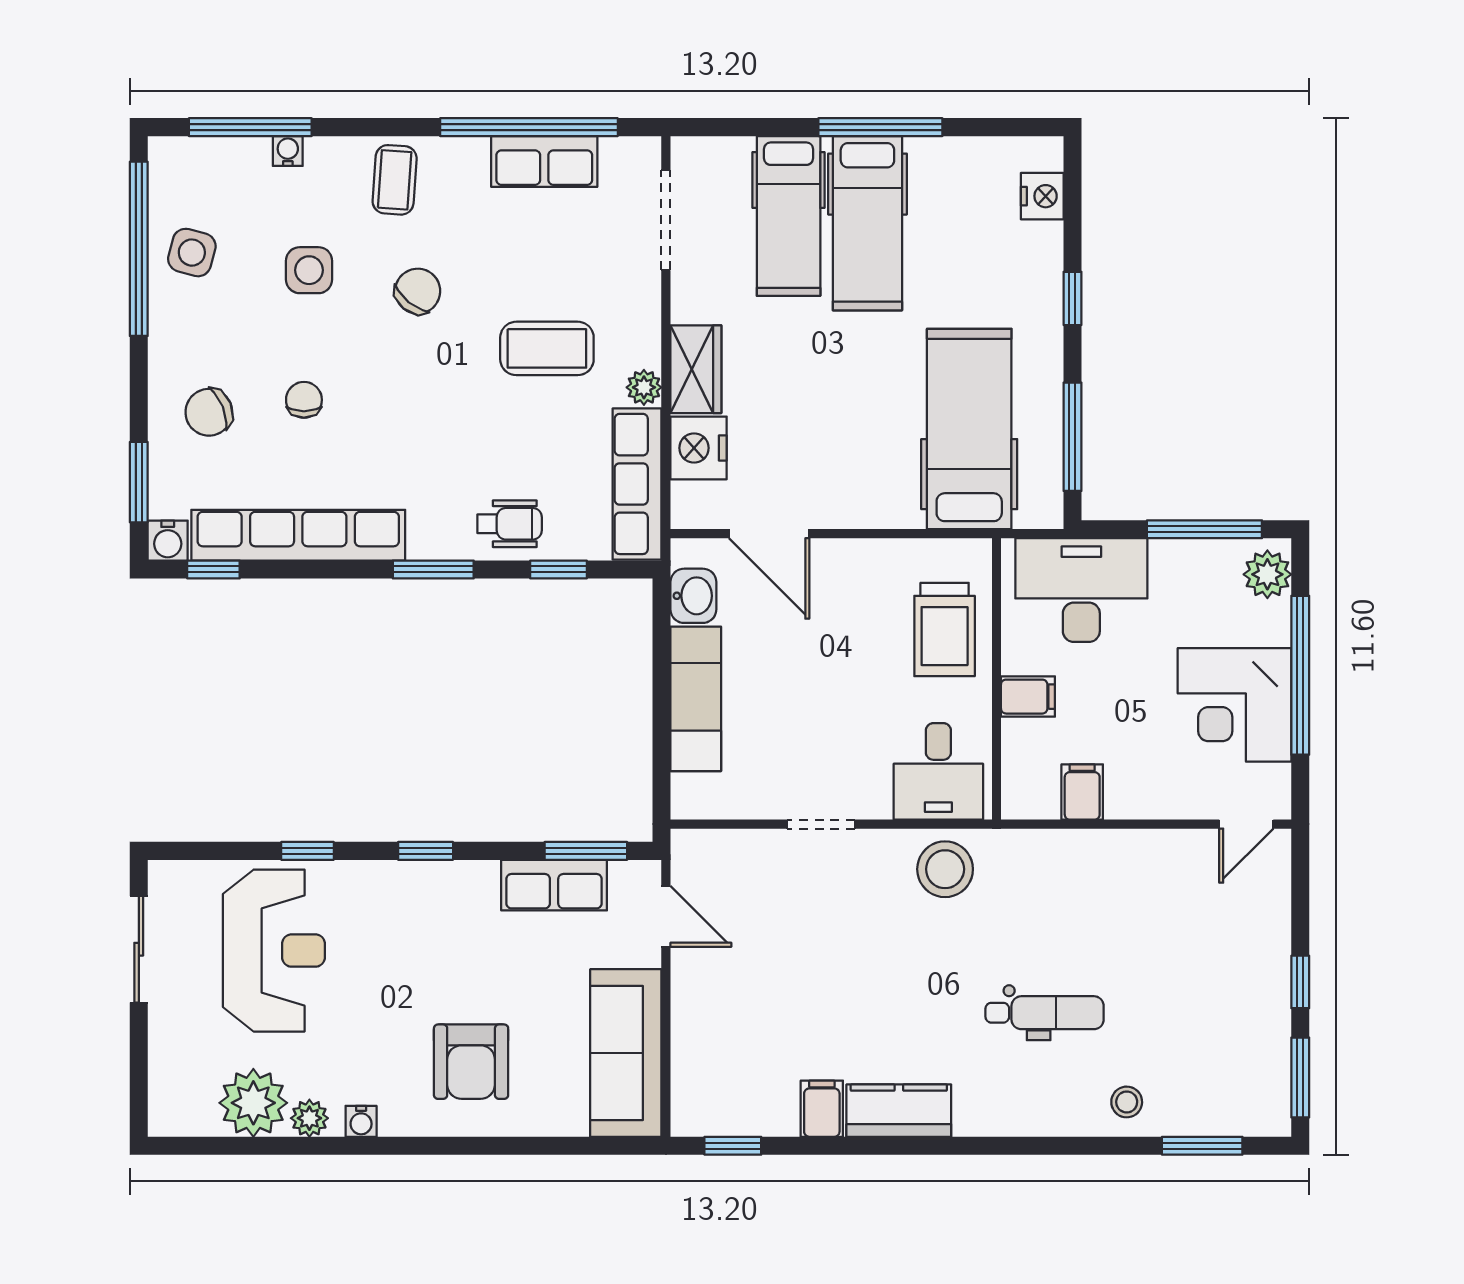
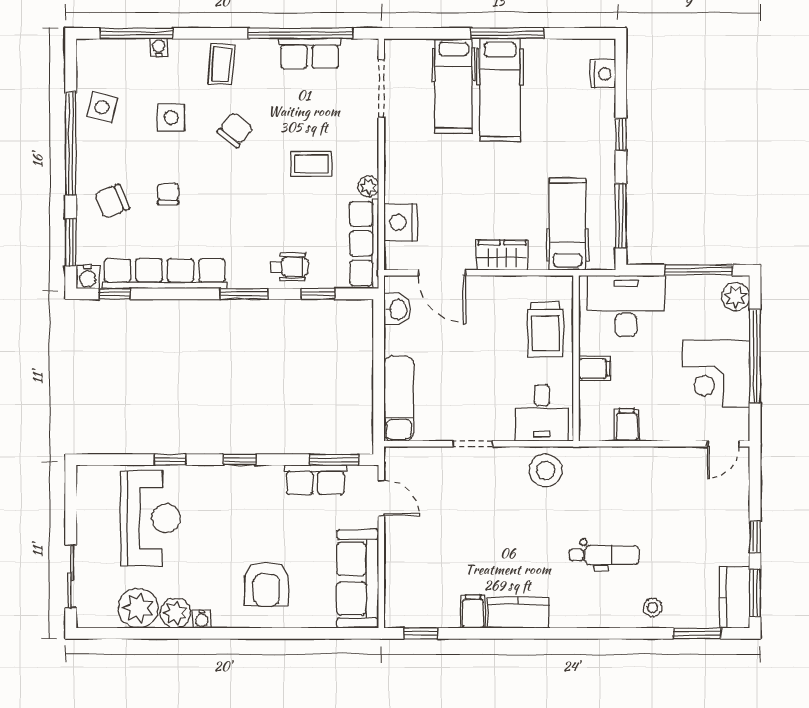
window: (139, 249) -> (71, 144), moved
coffee table: (547, 348) -> (311, 164), width x0.73, depth x0.77
wardrobe: (696, 369) -> (502, 255), moved, turned -90
hospital bed: (969, 429) -> (568, 224), width x0.73, depth x0.78
exam couch: (696, 699) -> (399, 399), moved
sliding door: (139, 949) -> (71, 577), moved
kitchen counter: (1265, 1085) -> (734, 597), added
plant: (309, 1118) -> (175, 613), width x1.38, depth x1.38

